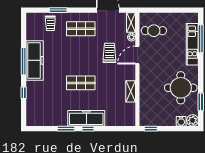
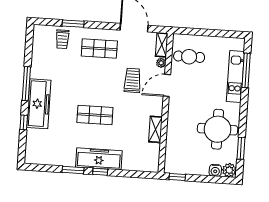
freezer: (35, 60) -> (39, 104), moved

